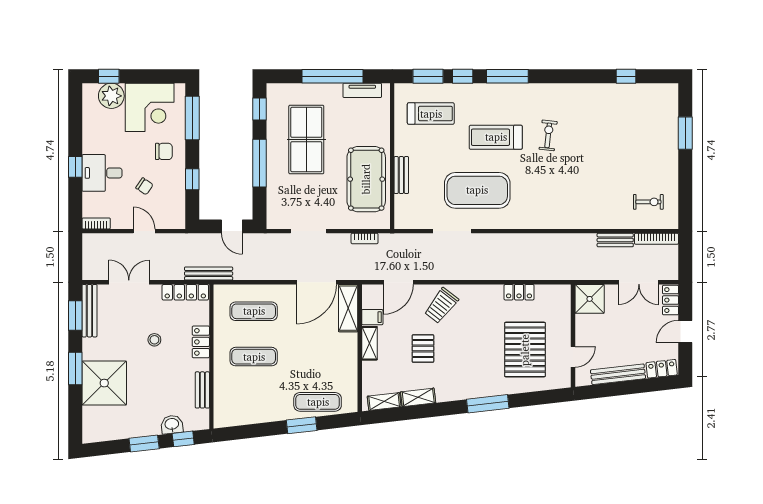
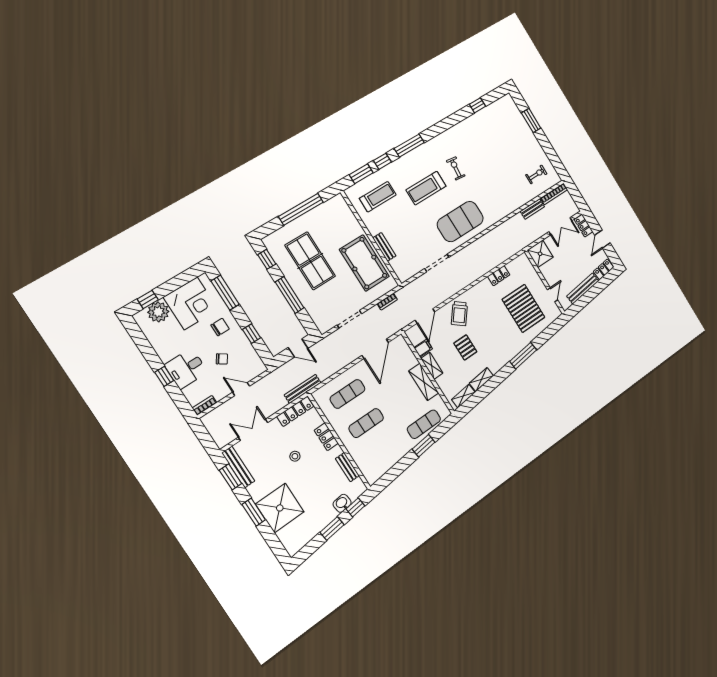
tv unit: (362, 90) -> (326, 207), removed
exercise mat: (477, 190) -> (460, 221), moved
shelving: (348, 308) -> (424, 382), moved

